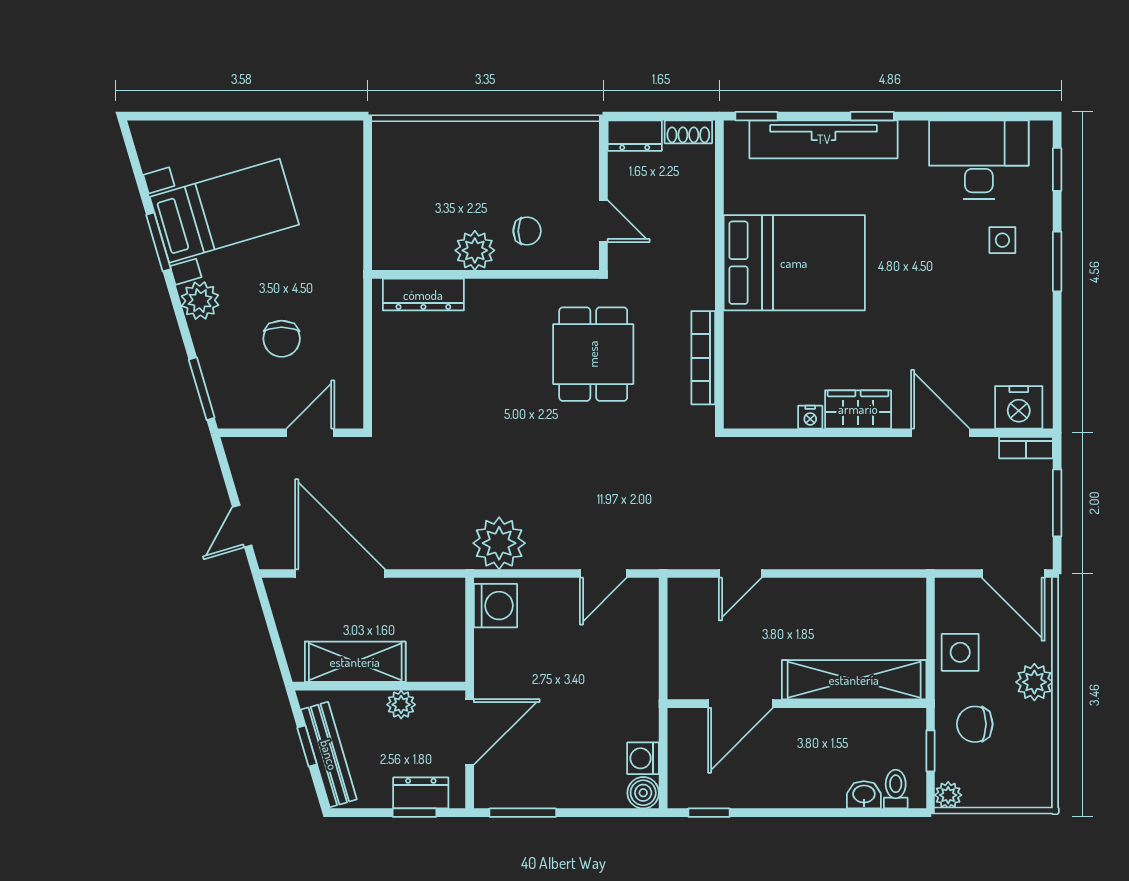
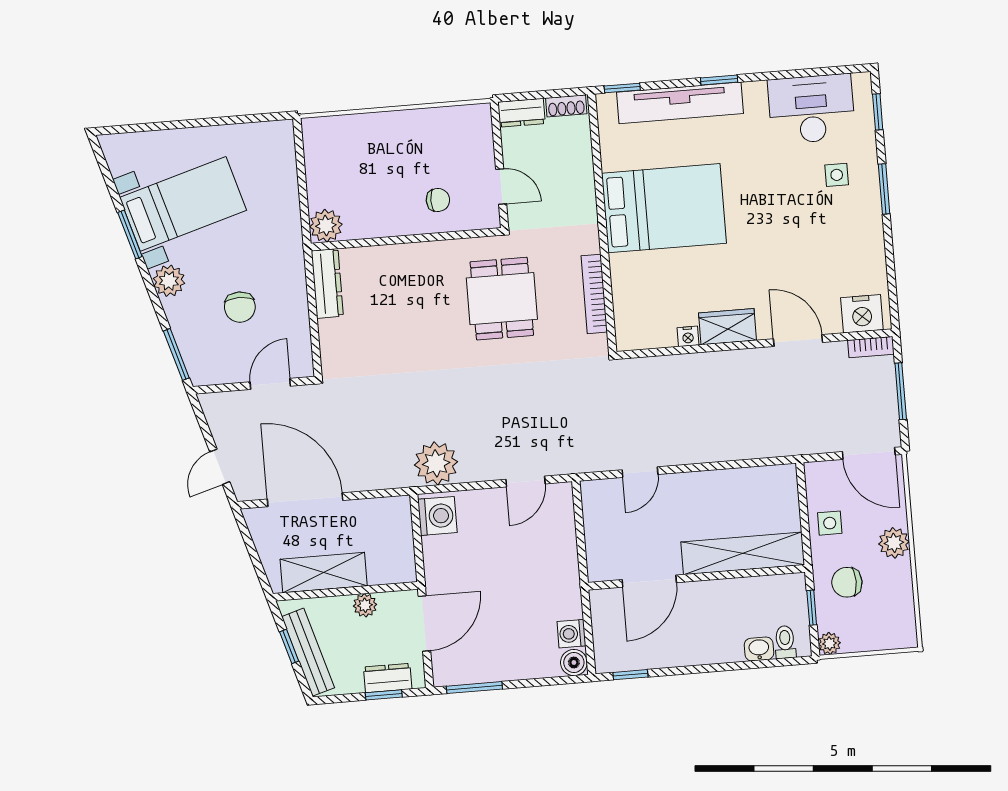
plant: (475, 250) -> (326, 226), moved
dresser: (423, 295) -> (327, 283), moved, turned -90
side table: (960, 652) -> (830, 523), width x0.73, depth x0.73

